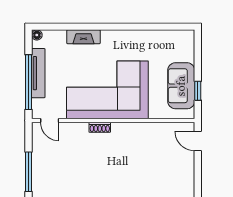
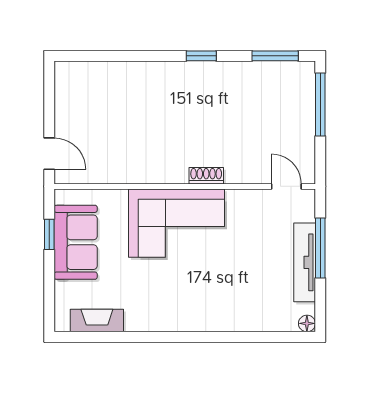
fireplace: (83, 37) -> (97, 321), moved
window: (28, 82) -> (320, 248), width x0.68
corner sofa: (107, 90) -> (177, 223), width x0.73, depth x0.74

